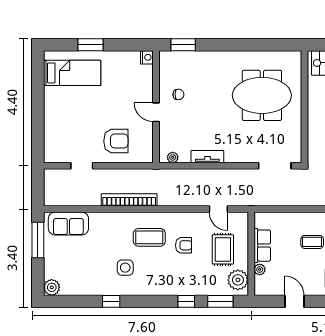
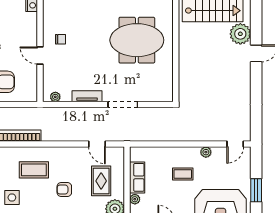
doorway: (275, 166) -> (123, 104), moved
armchair: (184, 245) -> (64, 190), moved, turned 180

